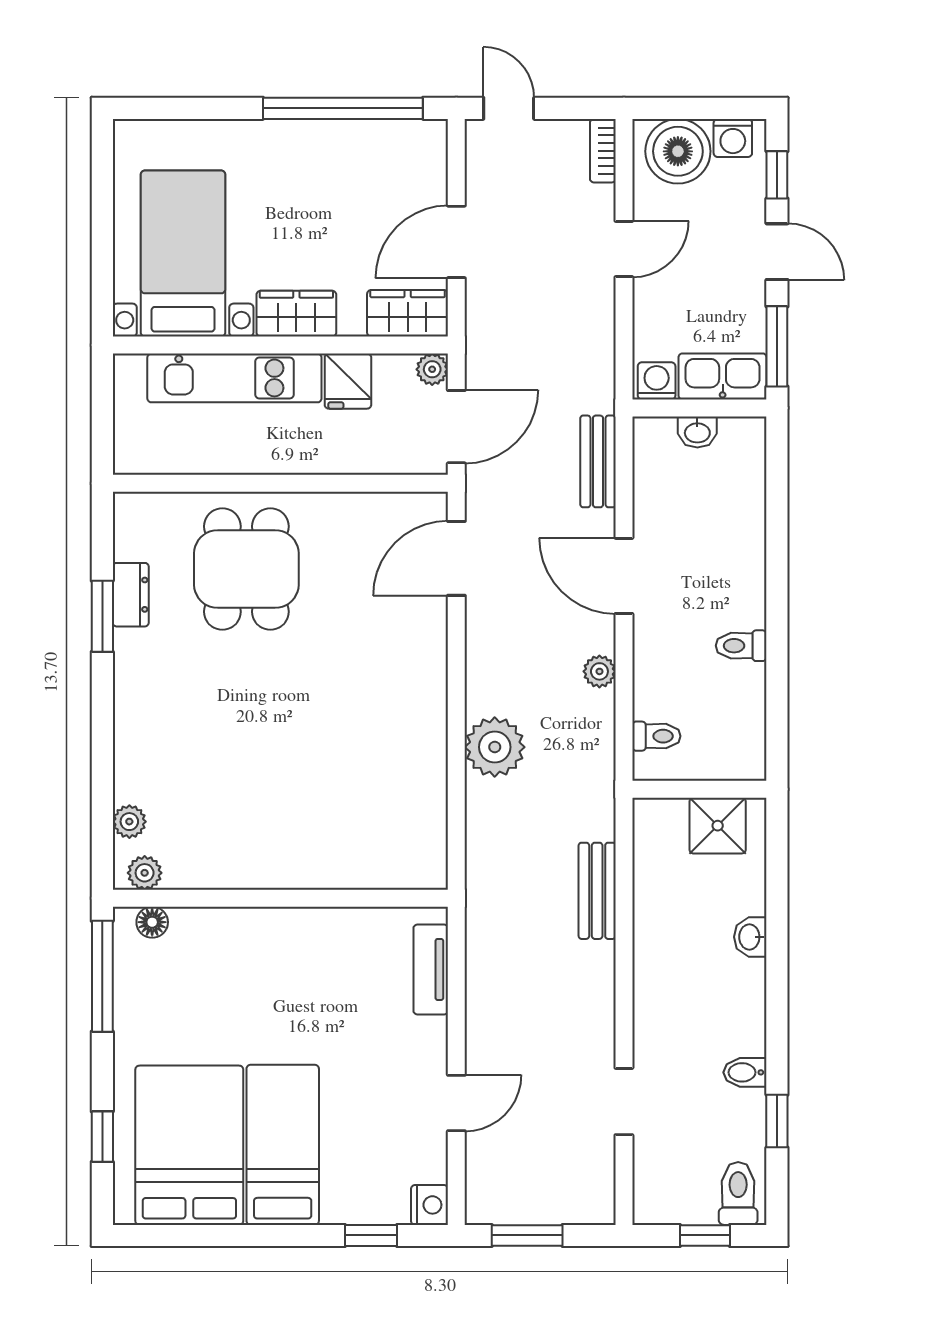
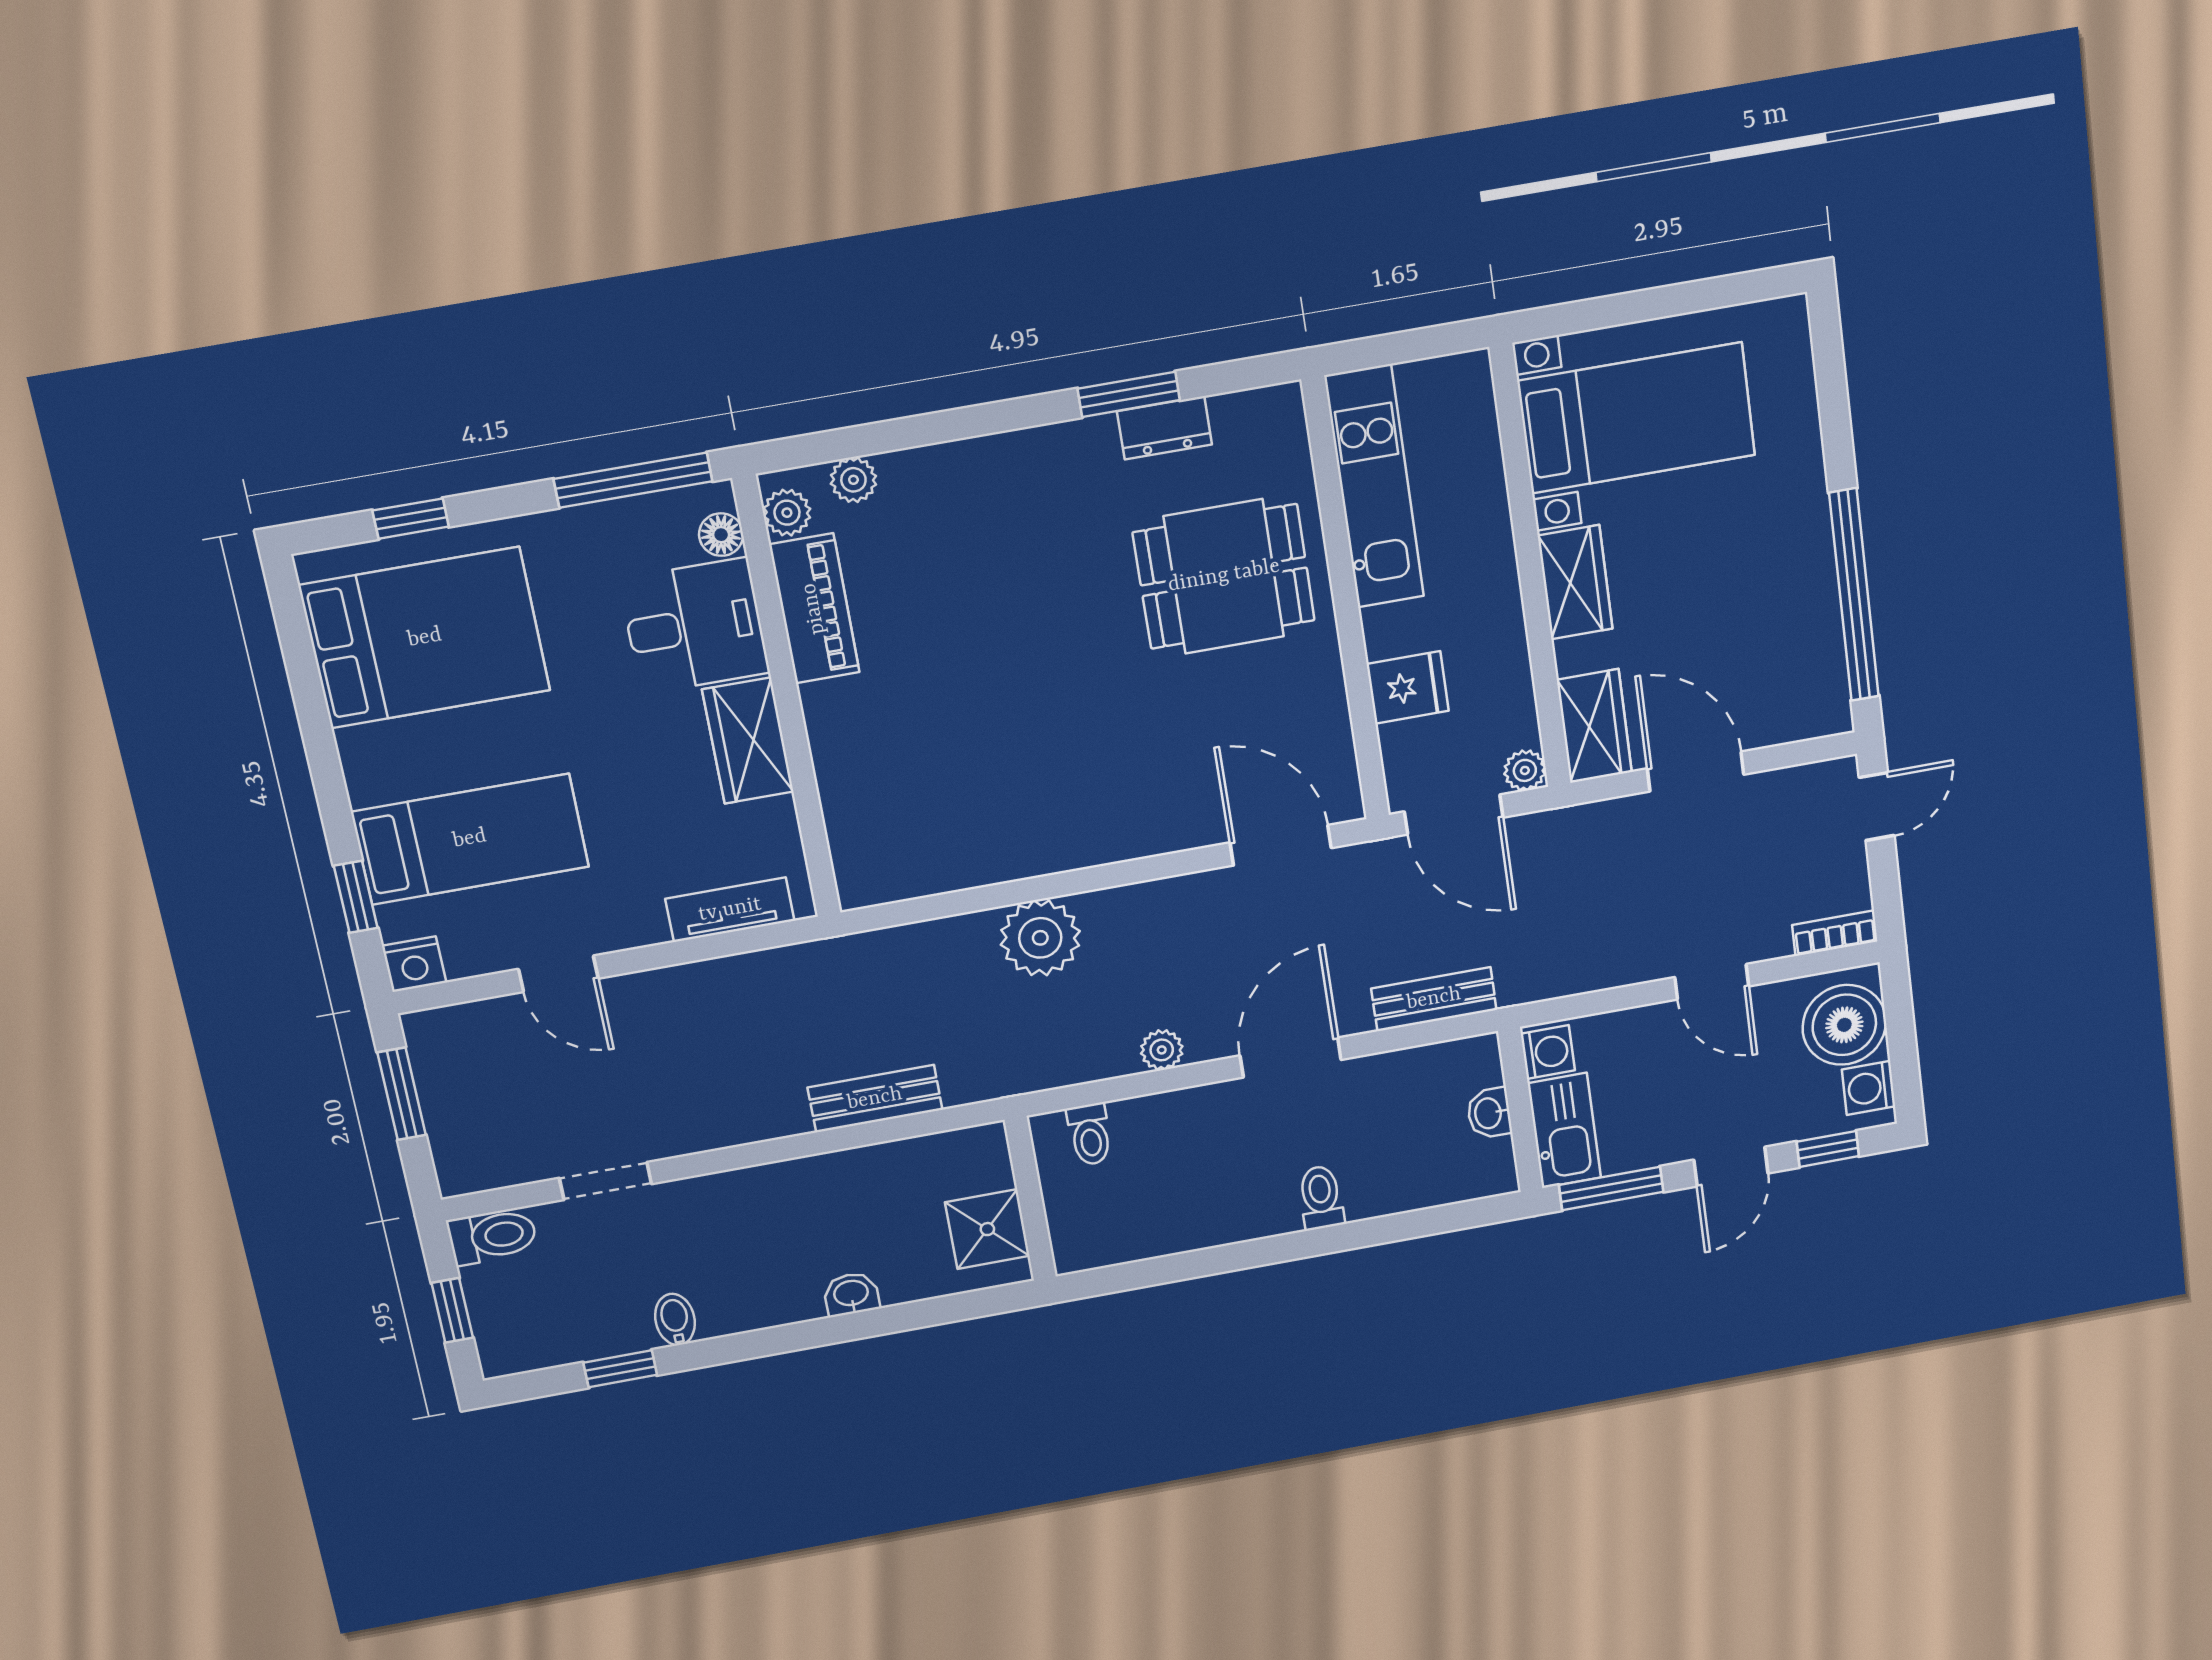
kitchen unit: (234, 378) -> (1374, 487), moved, turned 180
fridge: (348, 381) -> (1408, 687), moved, turned 180
toilet: (741, 646) -> (1321, 1198), moved
piano: (217, 866) -> (814, 609), added
wardrobe: (306, 932) -> (748, 741), added
desk: (215, 954) -> (694, 626), added
bed: (283, 1145) -> (470, 839), moved
toilet: (738, 1193) -> (492, 1236), moved

